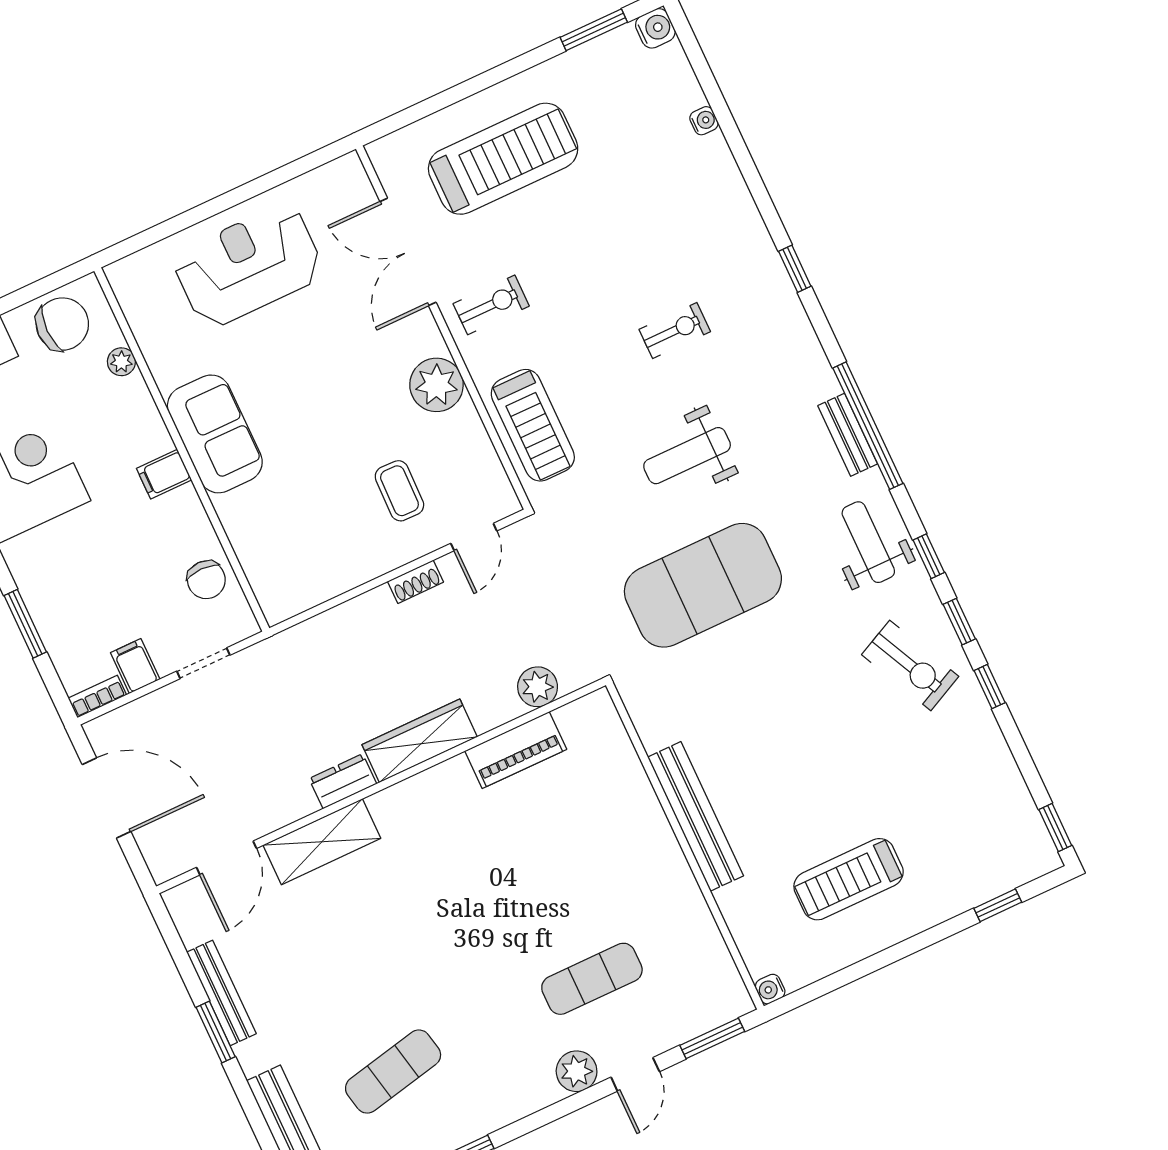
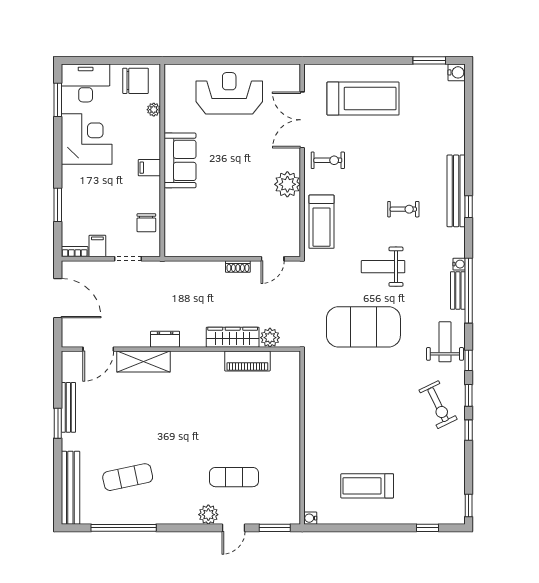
water cooler: (704, 121) -> (459, 264), moved
coffee table: (399, 491) -> (249, 223), removed
wardrobe: (420, 741) -> (233, 337), moved
bench: (696, 816) -> (456, 191), moved

